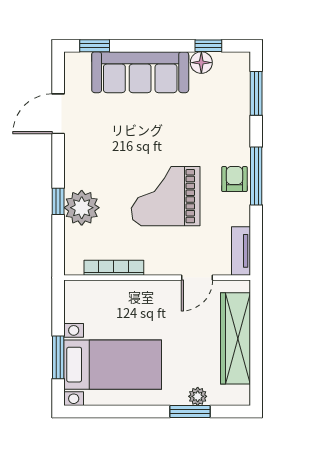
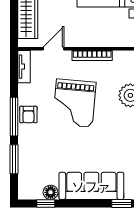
window: (256, 93) -> (14, 159), moved
grand piano: (166, 196) -> (74, 103), turned 95
bookcase: (114, 268) -> (92, 55), moved

